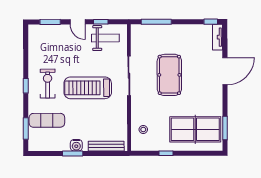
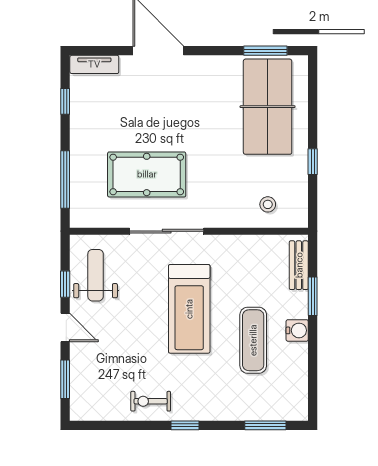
door: (78, 22) -> (65, 328), hinge flipped
window: (211, 22) -> (65, 101), moved
pool table: (169, 75) -> (147, 174), moved
exercise bike: (48, 84) -> (151, 401), moved, width x0.73, depth x0.72
exercise mat: (47, 120) -> (253, 340), moved
bench: (106, 146) -> (299, 265), width x0.73
window: (73, 153) -> (313, 296), moved

